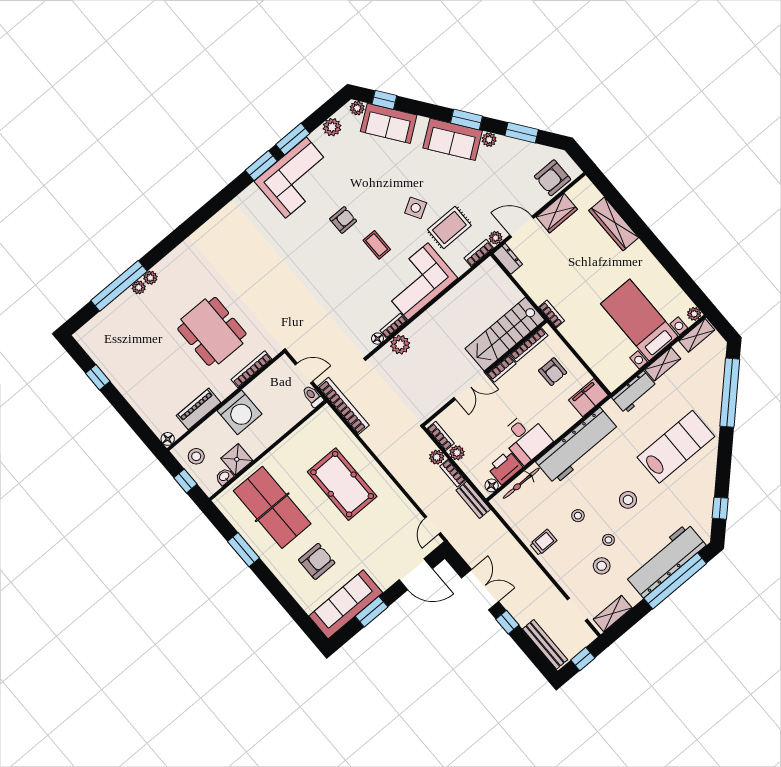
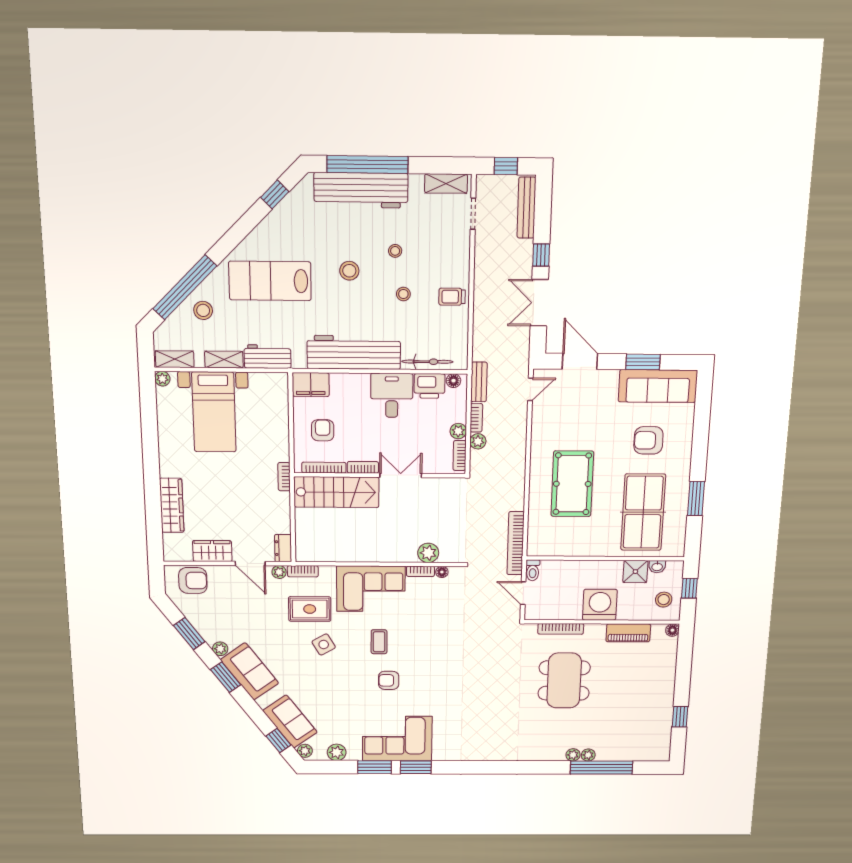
stool: (602, 566) -> (203, 310), moved

